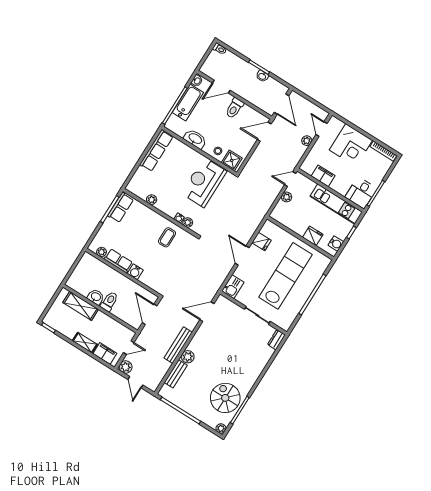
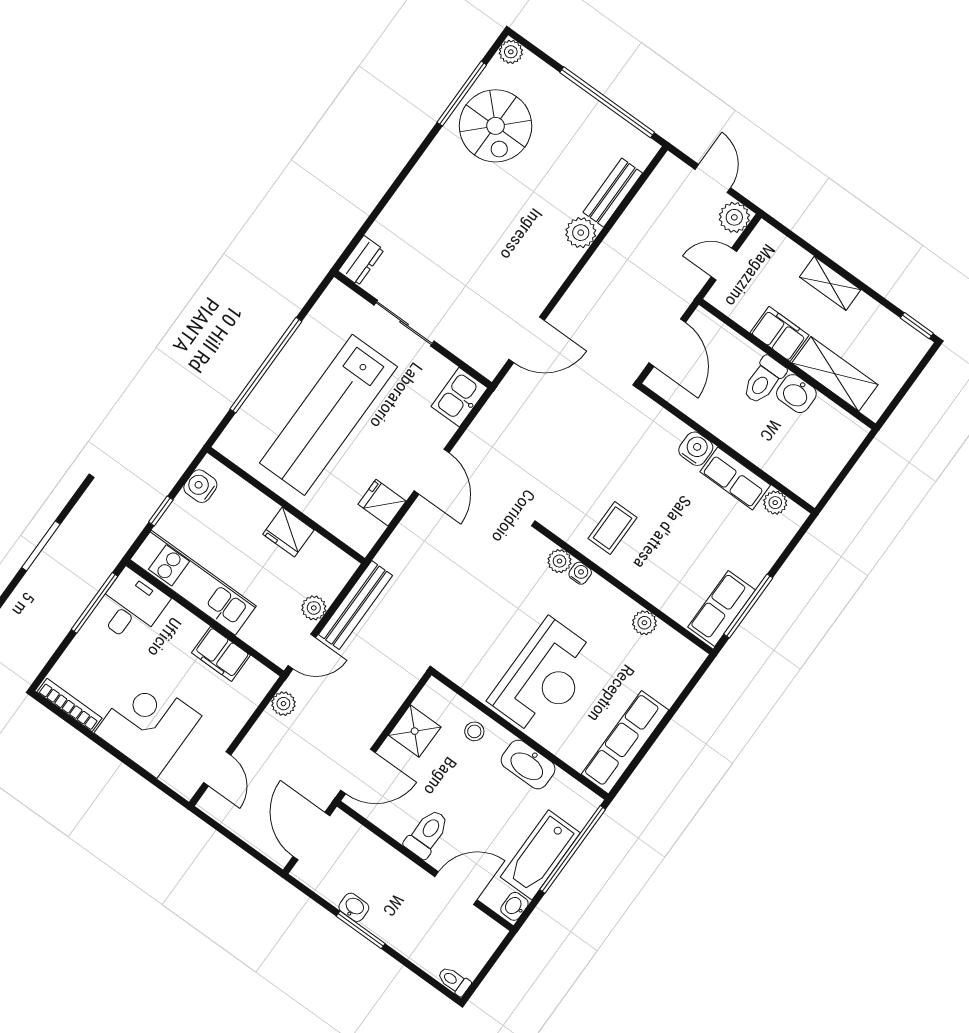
plant: (307, 141) -> (283, 704), moved
shower: (232, 160) -> (415, 731), moved
reception desk: (204, 182) -> (544, 678), moved
fridge: (313, 236) -> (288, 532), moved
bench: (178, 345) -> (355, 605), moved
filing cabinet: (105, 353) -> (779, 334), moved, turned 180

